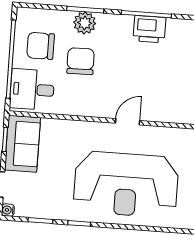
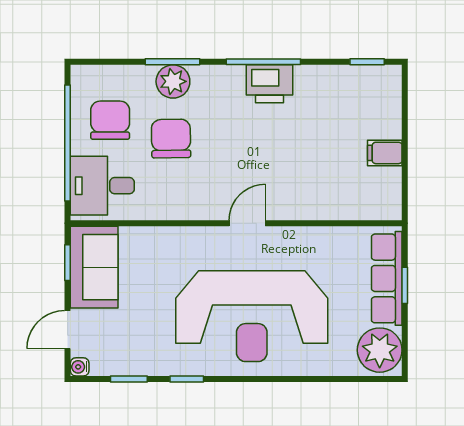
chair: (41, 46) -> (110, 120), turned 90

